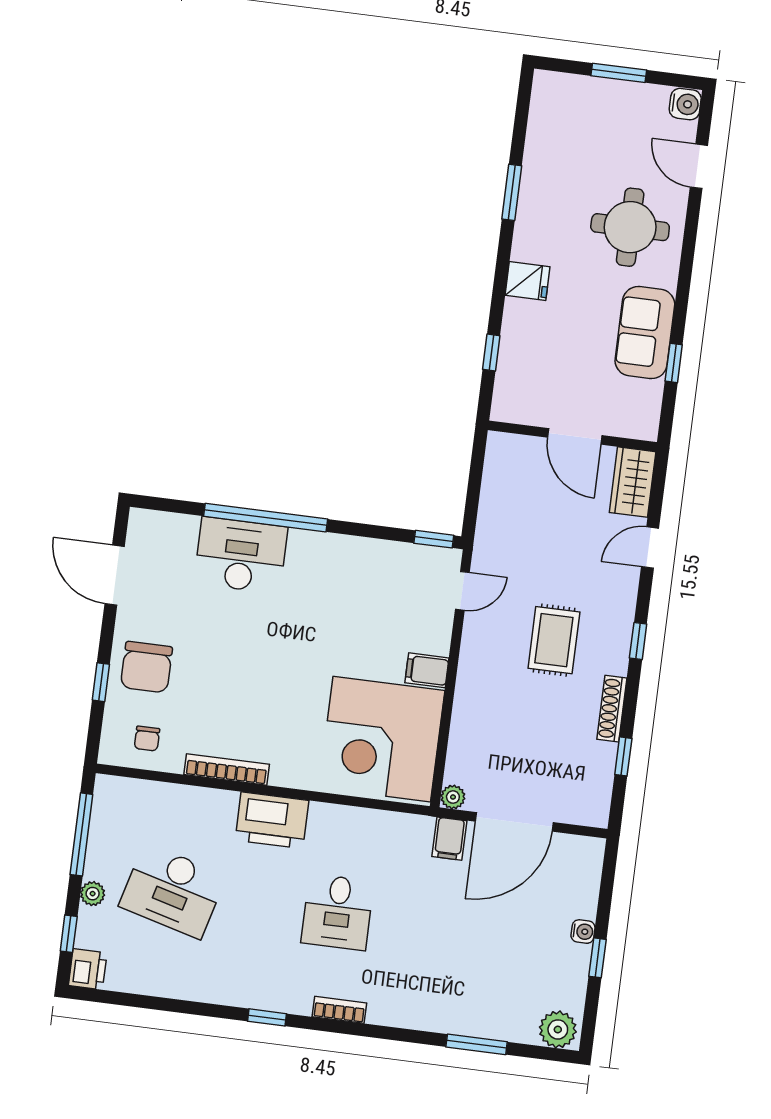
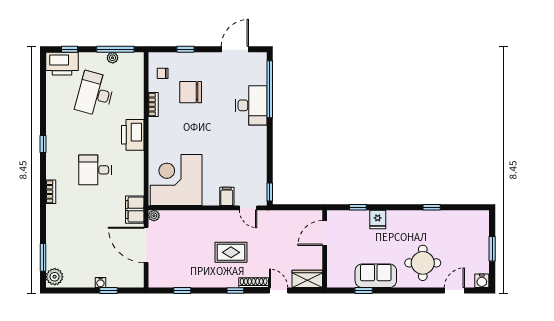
window: (512, 192) -> (432, 207), width x0.67
fridge: (527, 281) -> (378, 219), moved
door: (575, 436) -> (325, 233), moved
window: (266, 518) -> (270, 89), moved
chair: (146, 667) -> (191, 92), moved
filing cabinet: (427, 670) -> (227, 196), moved
shoe rack: (612, 709) -> (254, 283), moved
bookcase: (227, 769) -> (153, 104), width x0.64
filing cabinet: (449, 839) -> (135, 210), width x2.00
plant: (93, 894) -> (113, 58), moved
window: (597, 958) -> (109, 291), moved
printer: (88, 969) -> (62, 64), width x1.87, depth x1.48
bookcase: (339, 1010) -> (51, 192), moved
window: (477, 1044) -> (43, 257), moved

